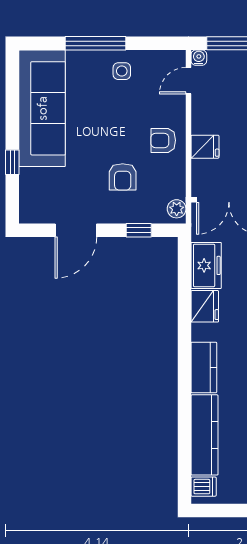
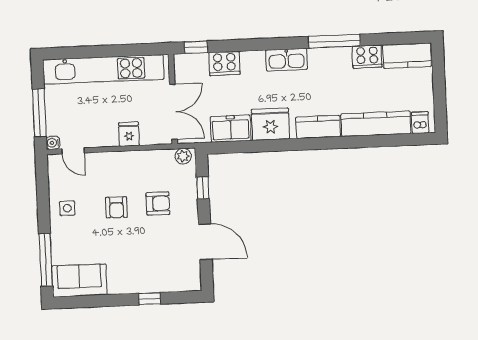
window: (96, 43) -> (46, 260), moved
sofa: (42, 108) -> (79, 280), width x0.54, depth x0.79
armchair: (163, 140) -> (116, 207), moved
fridge: (205, 306) -> (270, 124), width x1.36, depth x1.34

